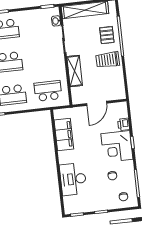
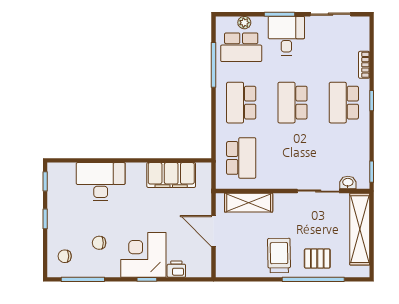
shelving: (75, 71) -> (249, 203), moved

